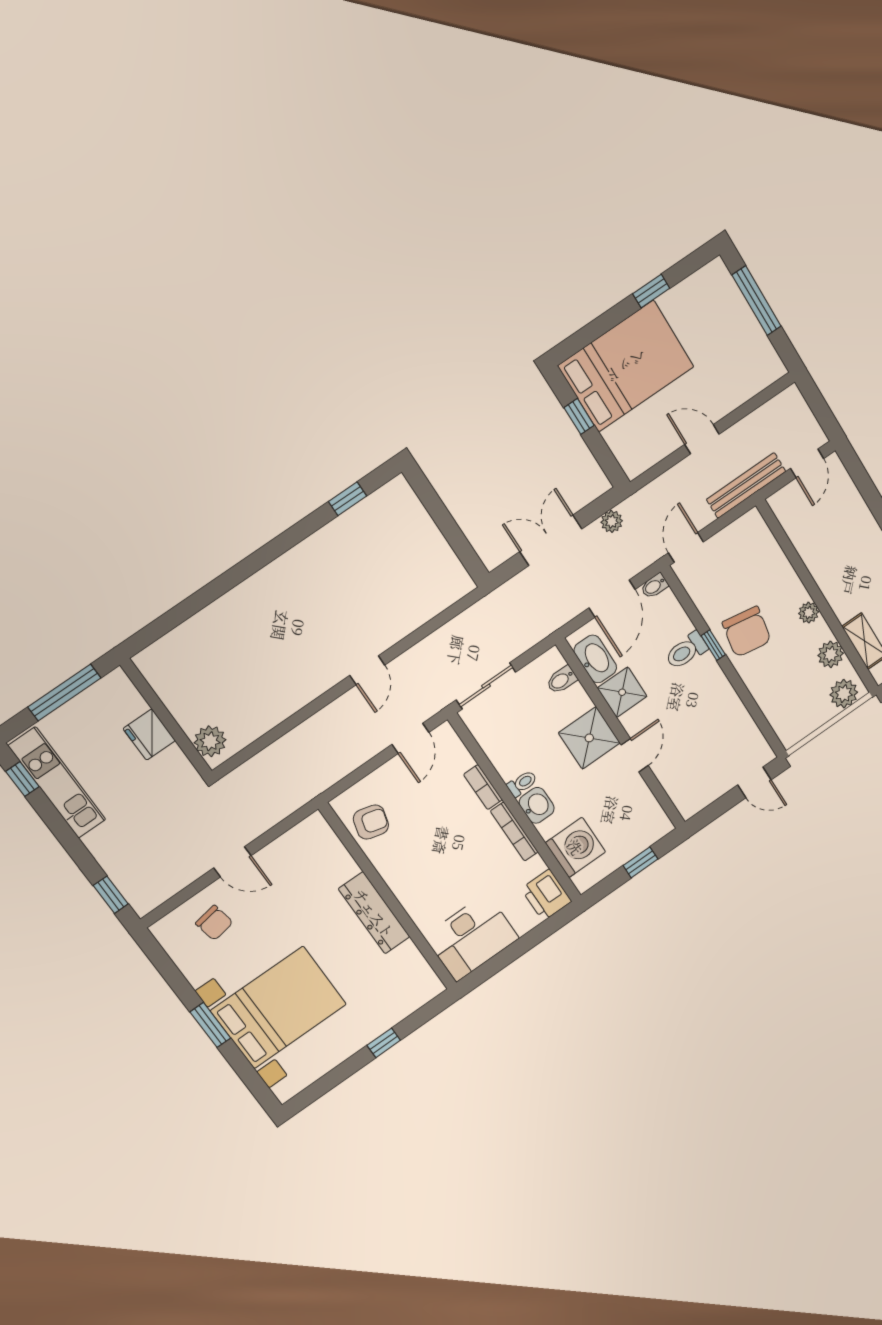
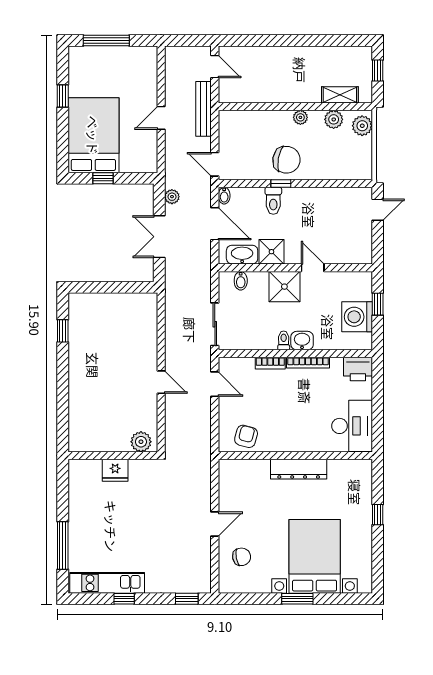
wall: (166, 718) -> (113, 456), moved
fridge: (149, 735) -> (115, 470), moved
plant: (210, 741) -> (141, 442), moved
window: (22, 779) -> (124, 599), moved
washing machine: (575, 847) -> (357, 317), moved, turned -90

